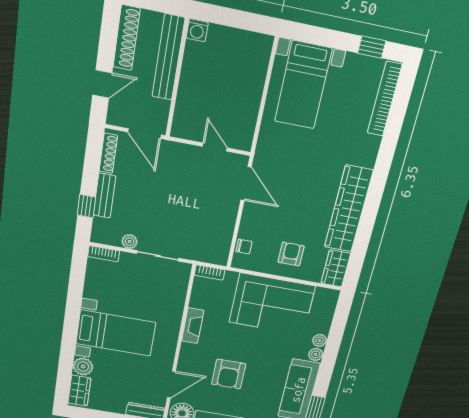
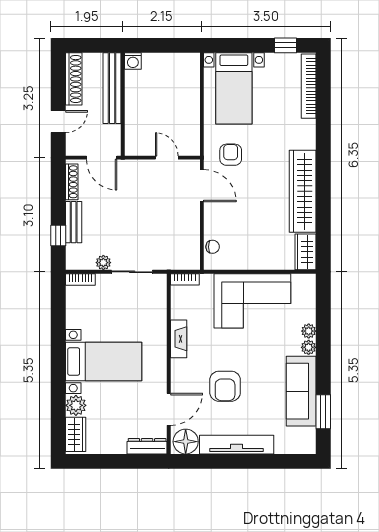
armchair: (291, 254) -> (231, 155), moved

